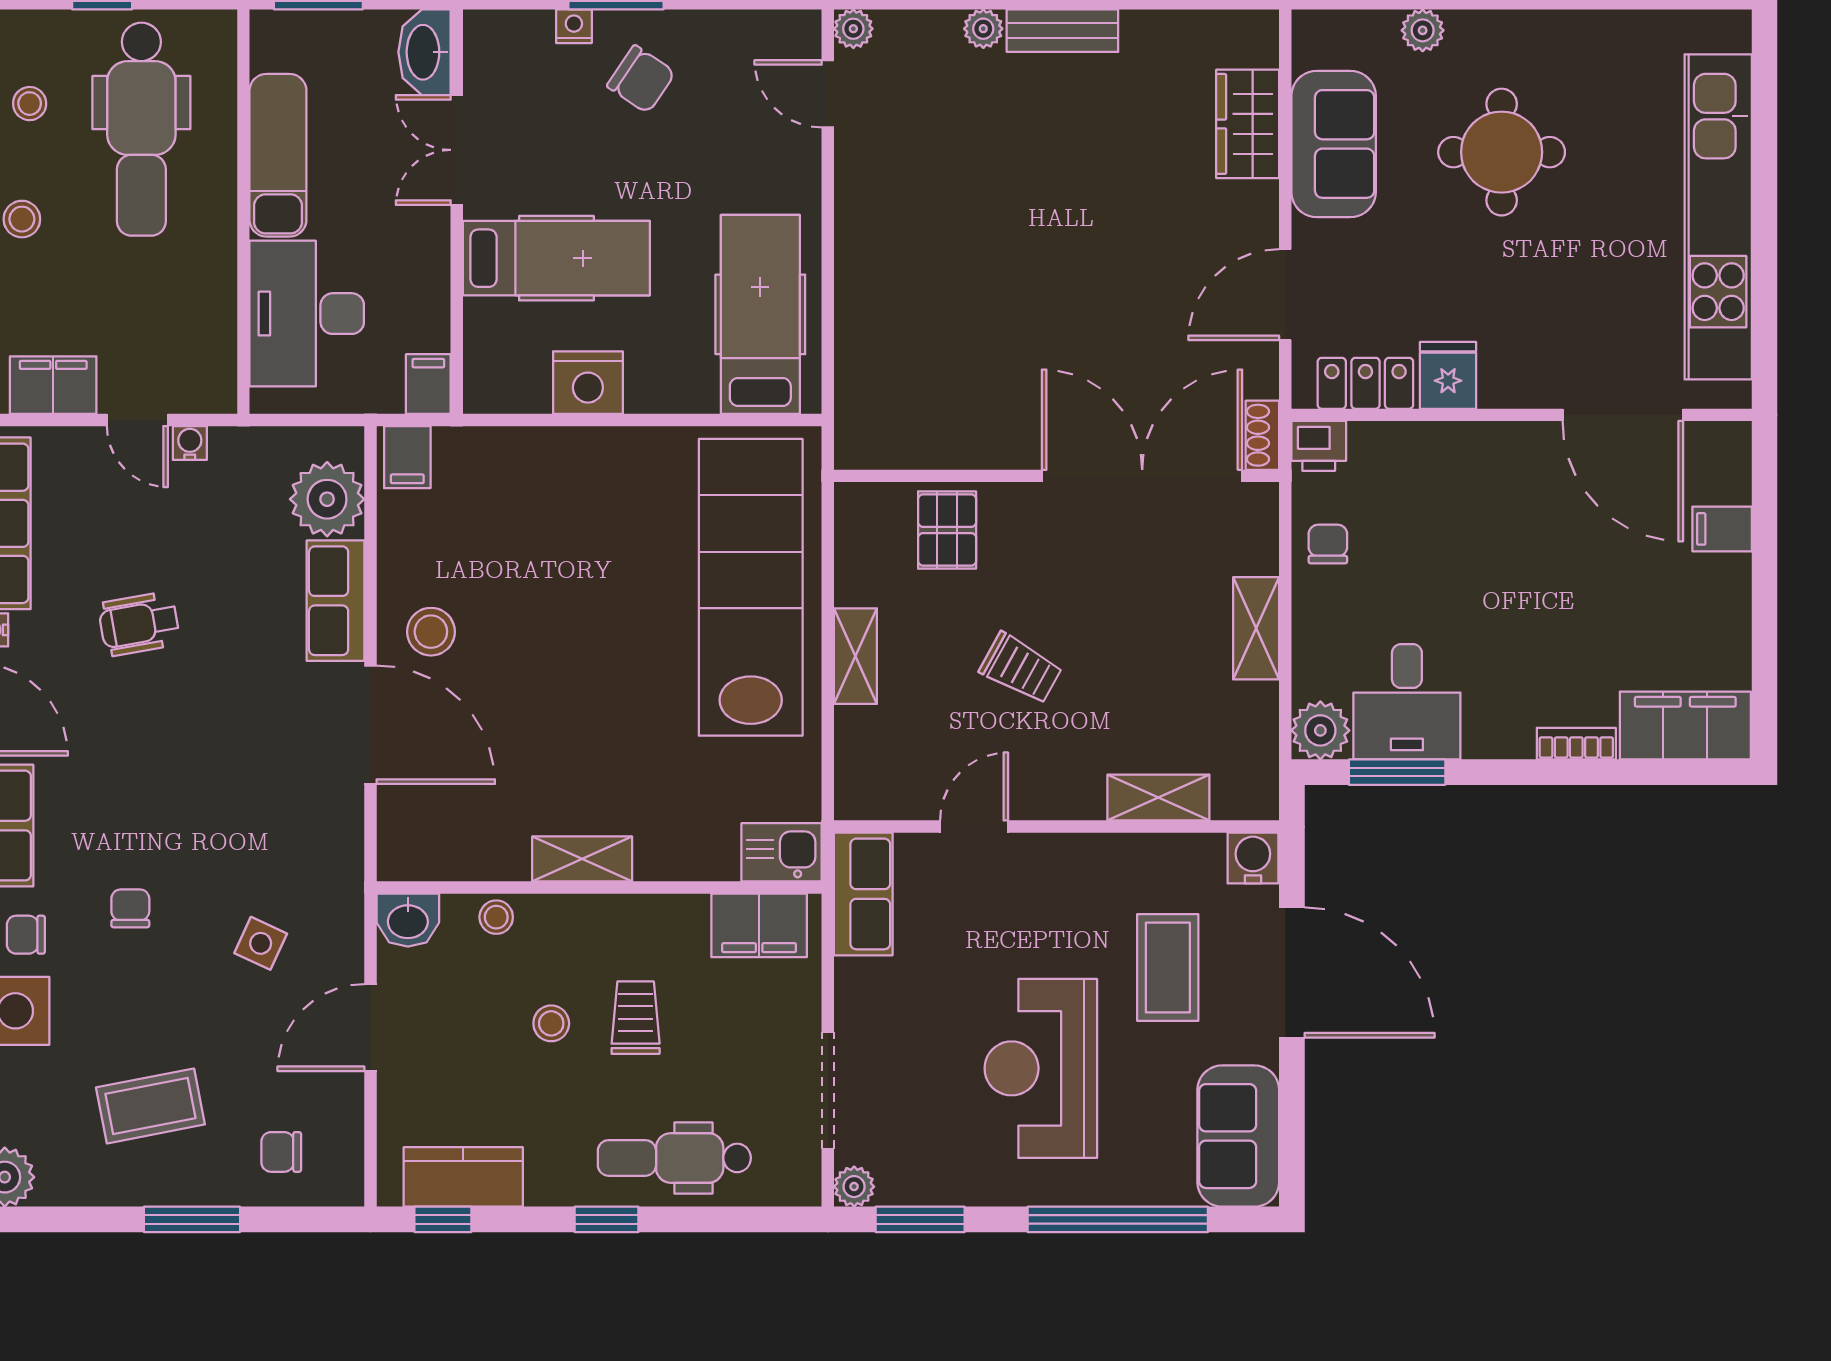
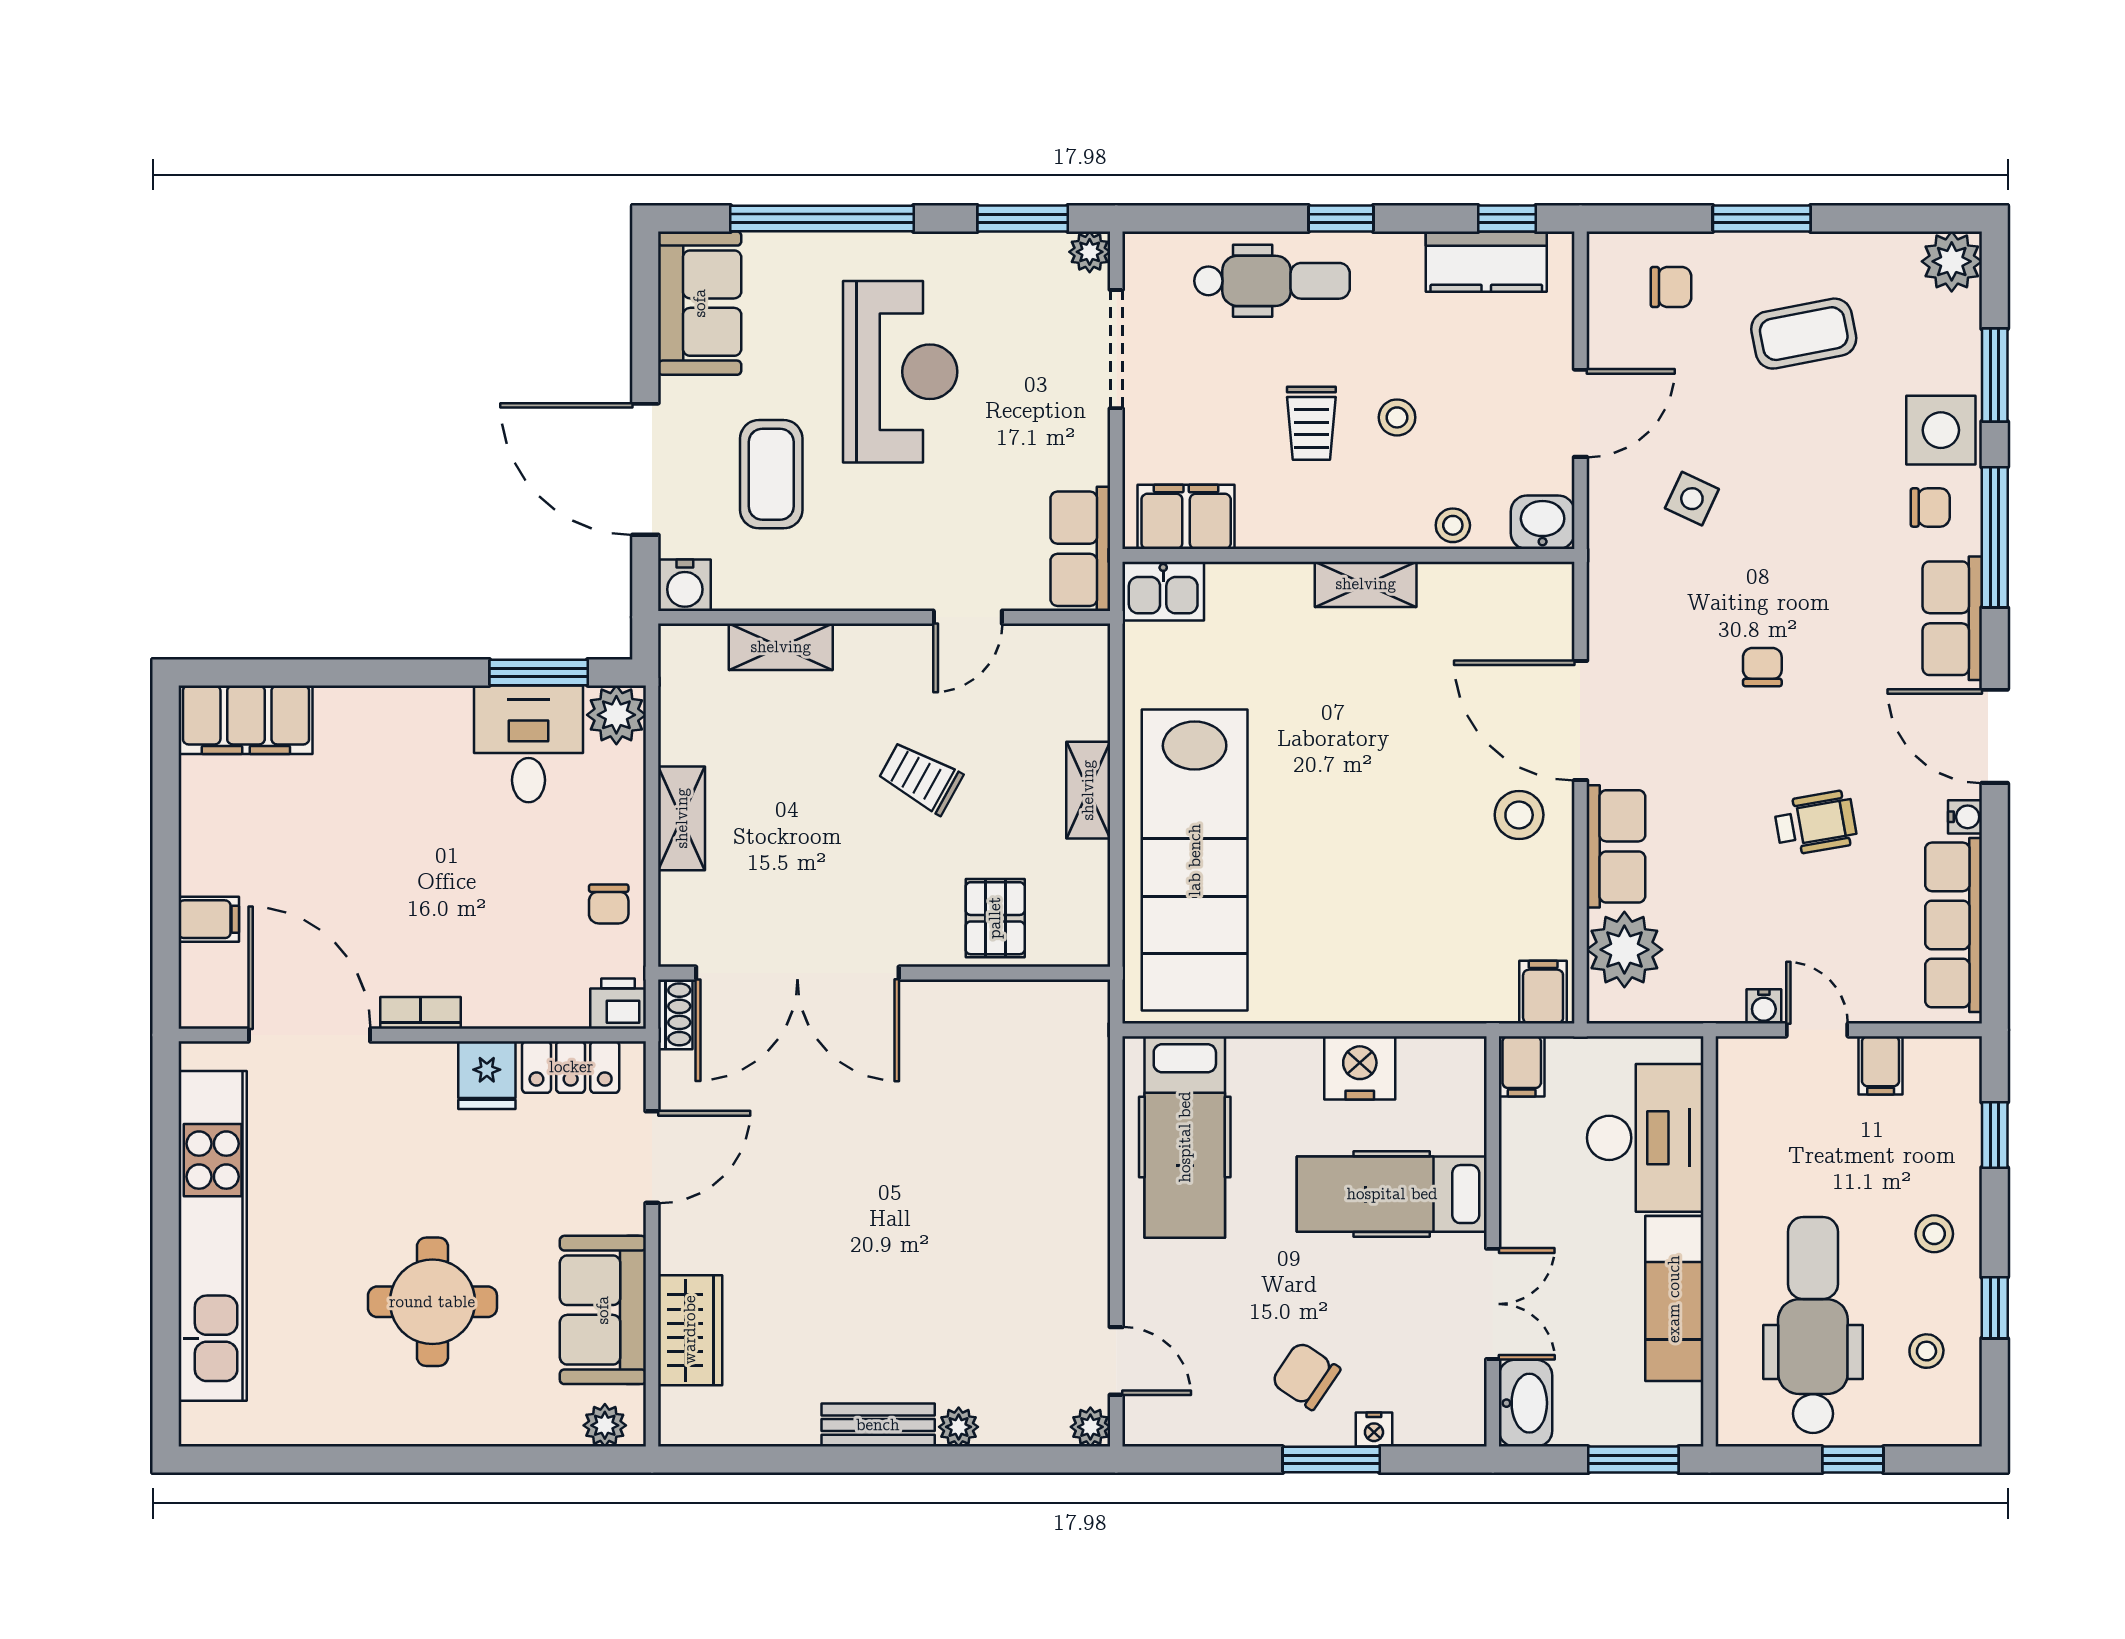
plant: (1423, 30) -> (605, 1425), moved
filing cabinet: (53, 385) -> (1881, 1065), width x0.50
bookcase: (1576, 744) -> (420, 1013), moved, turned 180
chair: (130, 908) -> (1762, 667), moved, turned 180

